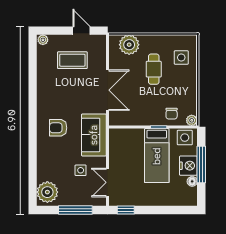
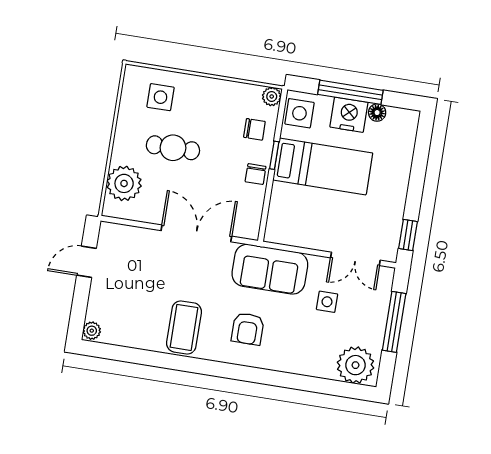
coffee table: (72, 60) -> (184, 327), moved
chair: (146, 118) -> (256, 174), added

